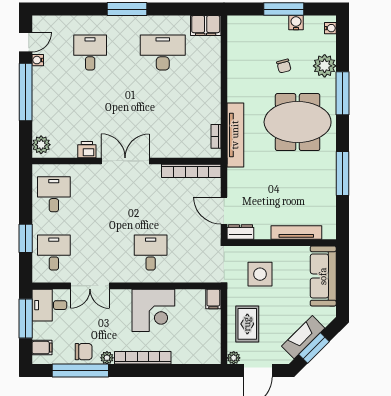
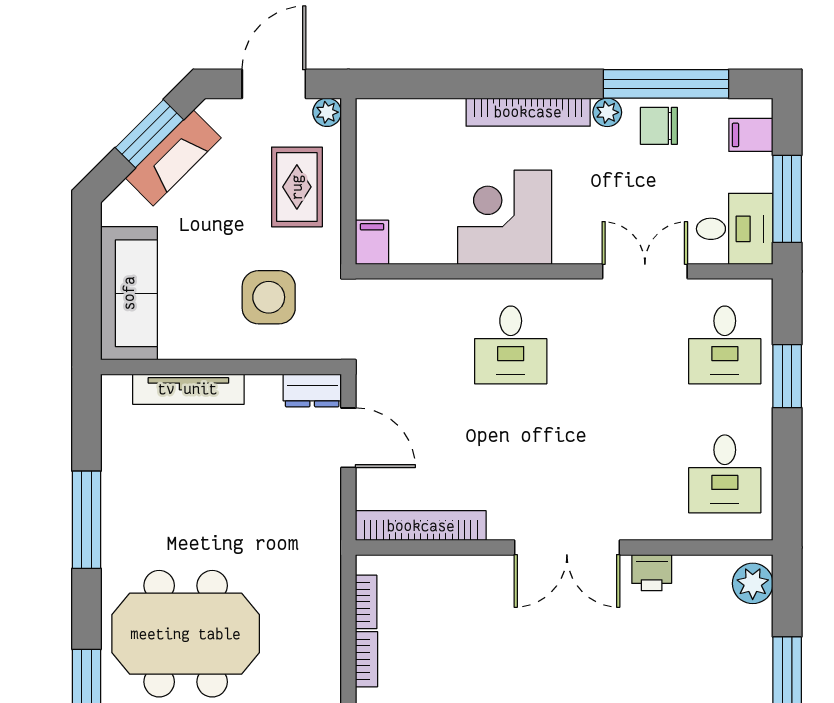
bookcase: (216, 110) -> (366, 659), added
tv unit: (235, 135) -> (323, 605), removed

